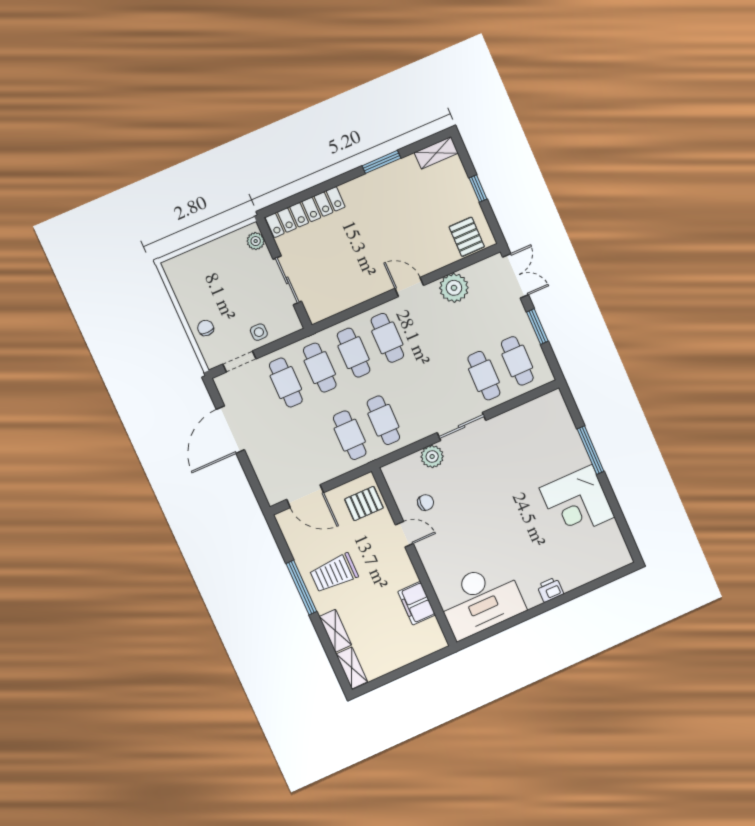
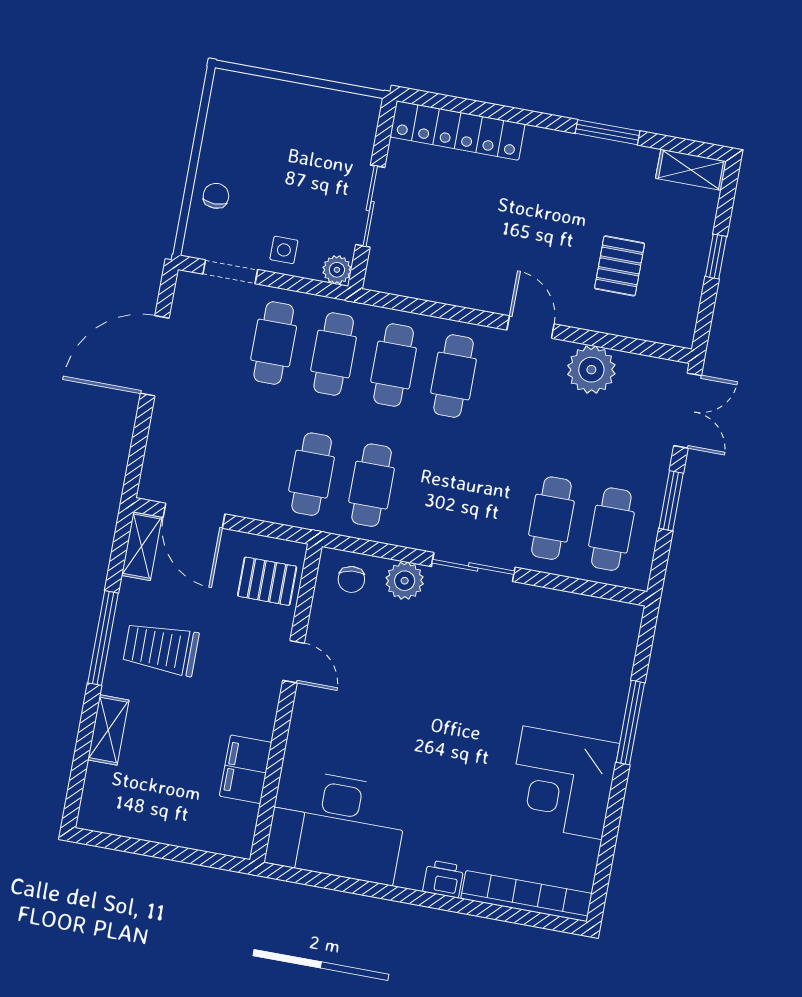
pallet: (467, 237) -> (620, 266), moved
plant: (256, 241) -> (337, 270), moved
chair: (426, 502) -> (351, 579), moved, turned 83
bookcase: (597, 570) -> (526, 896), added
shelving: (352, 668) -> (142, 546), moved

